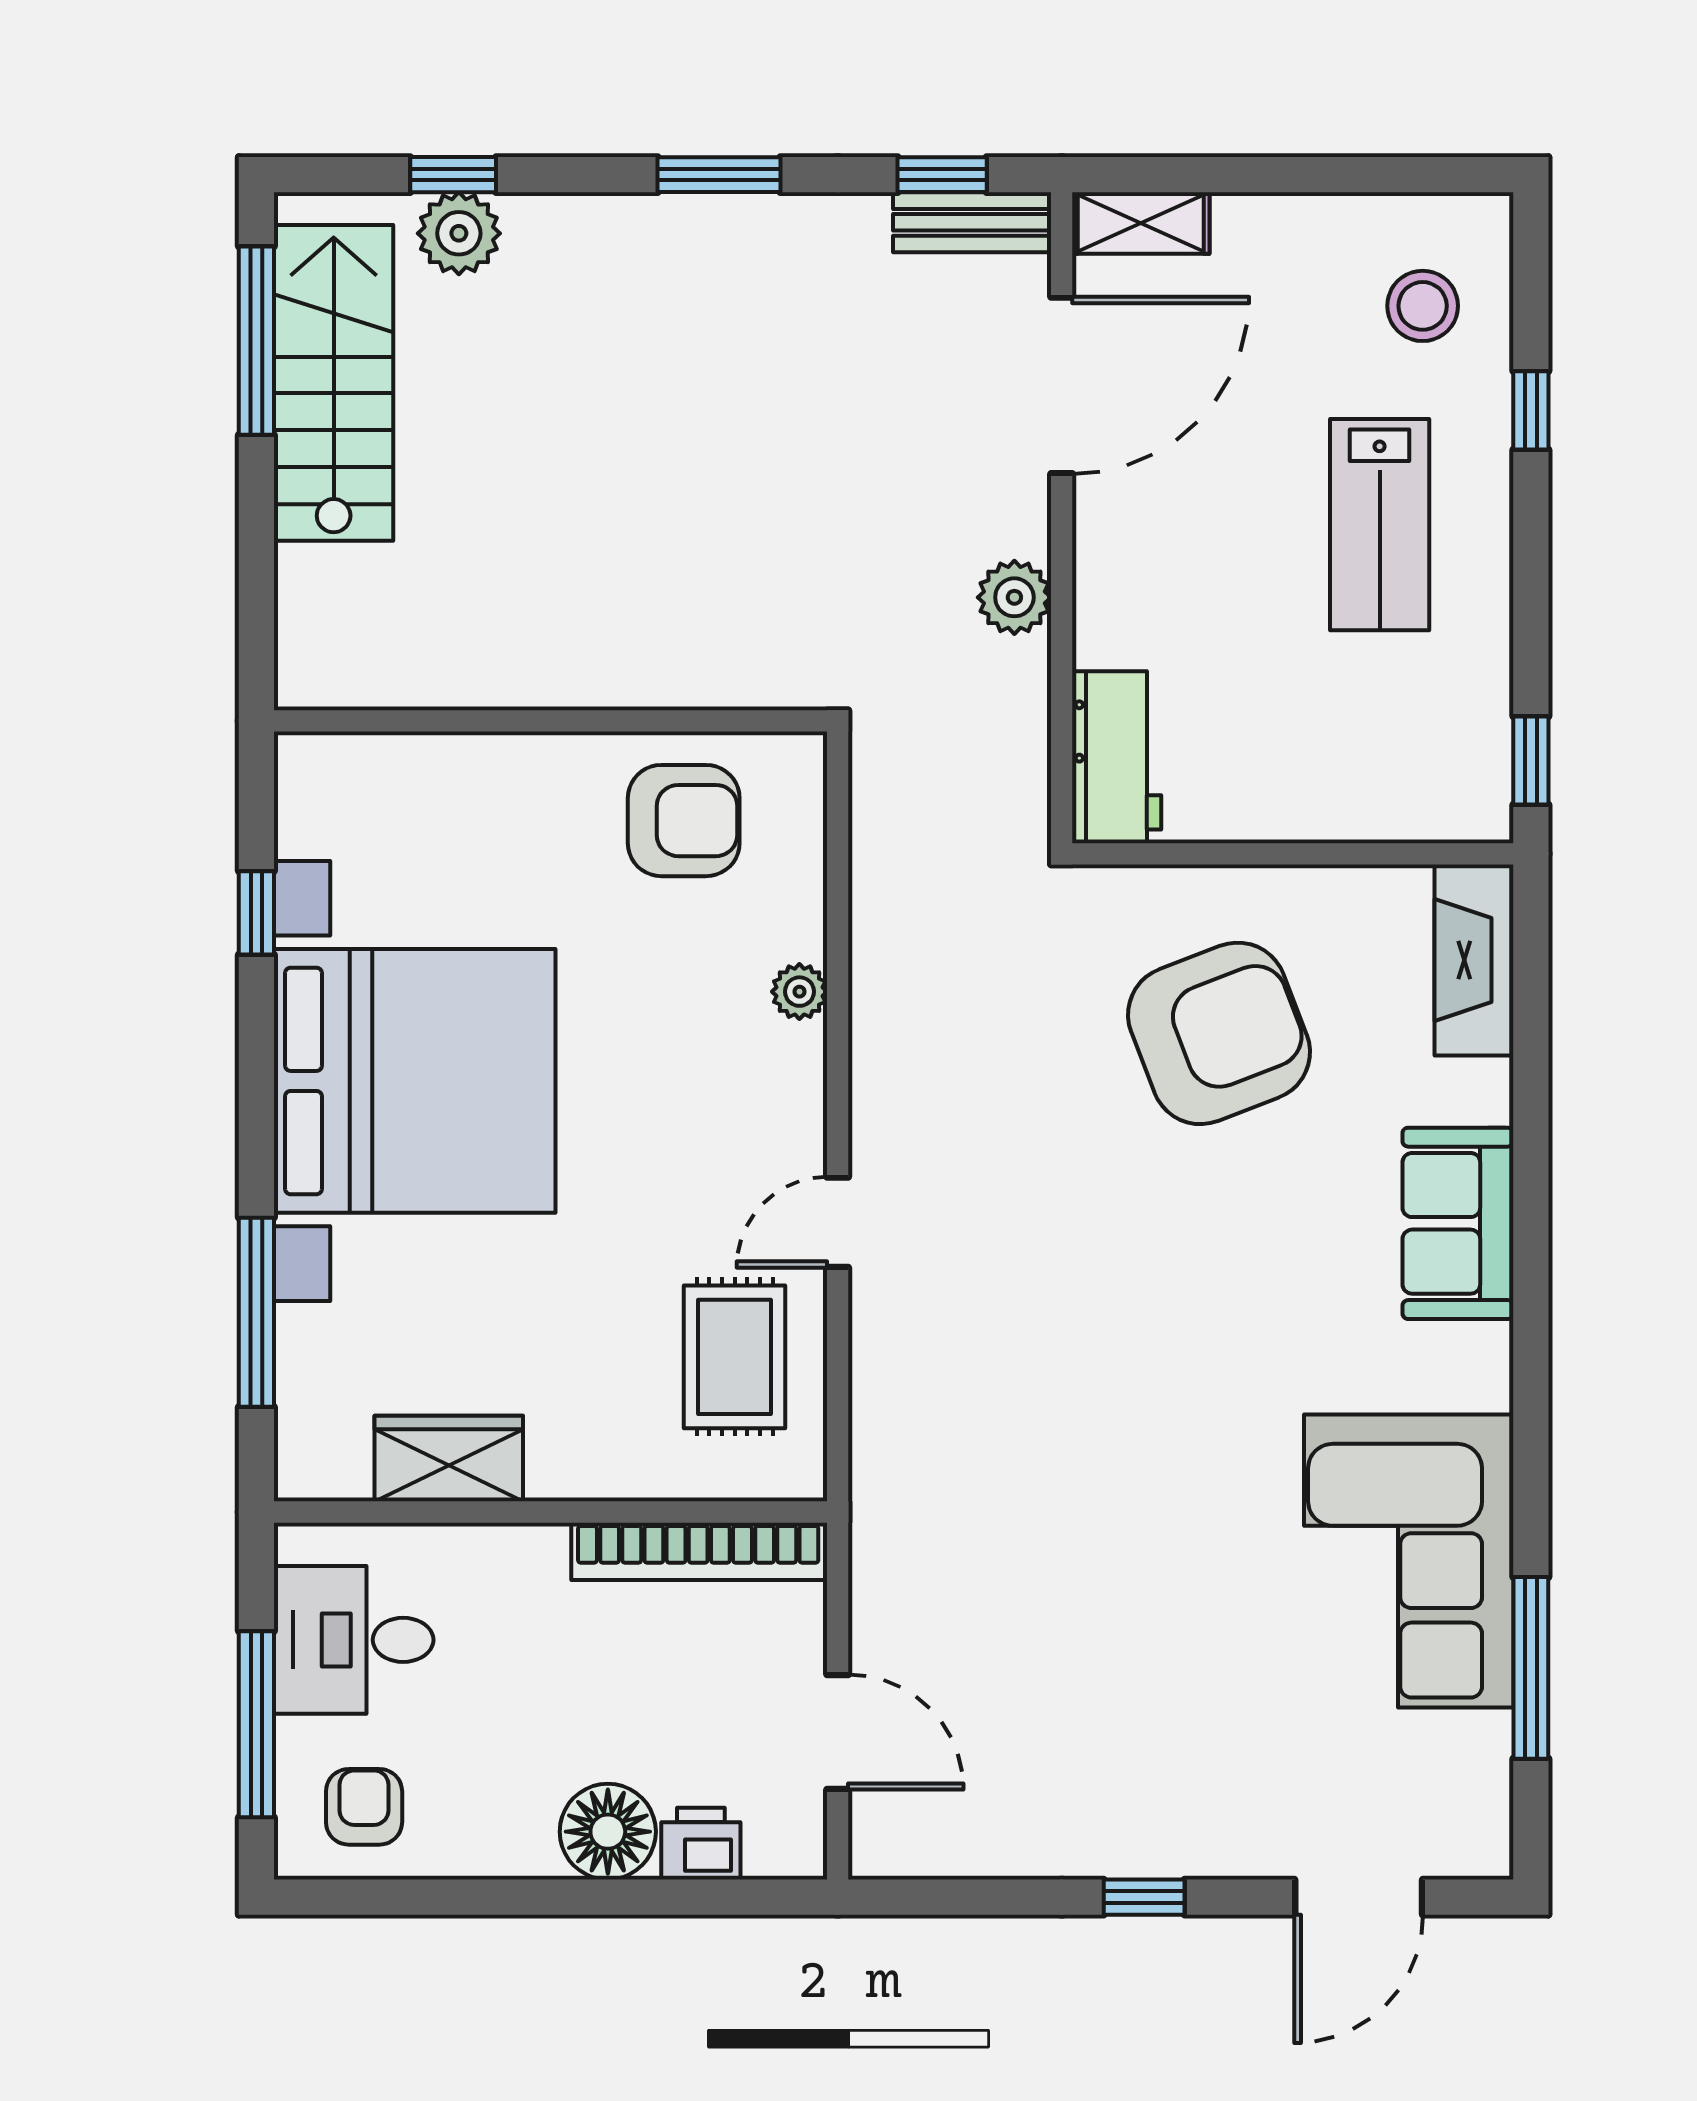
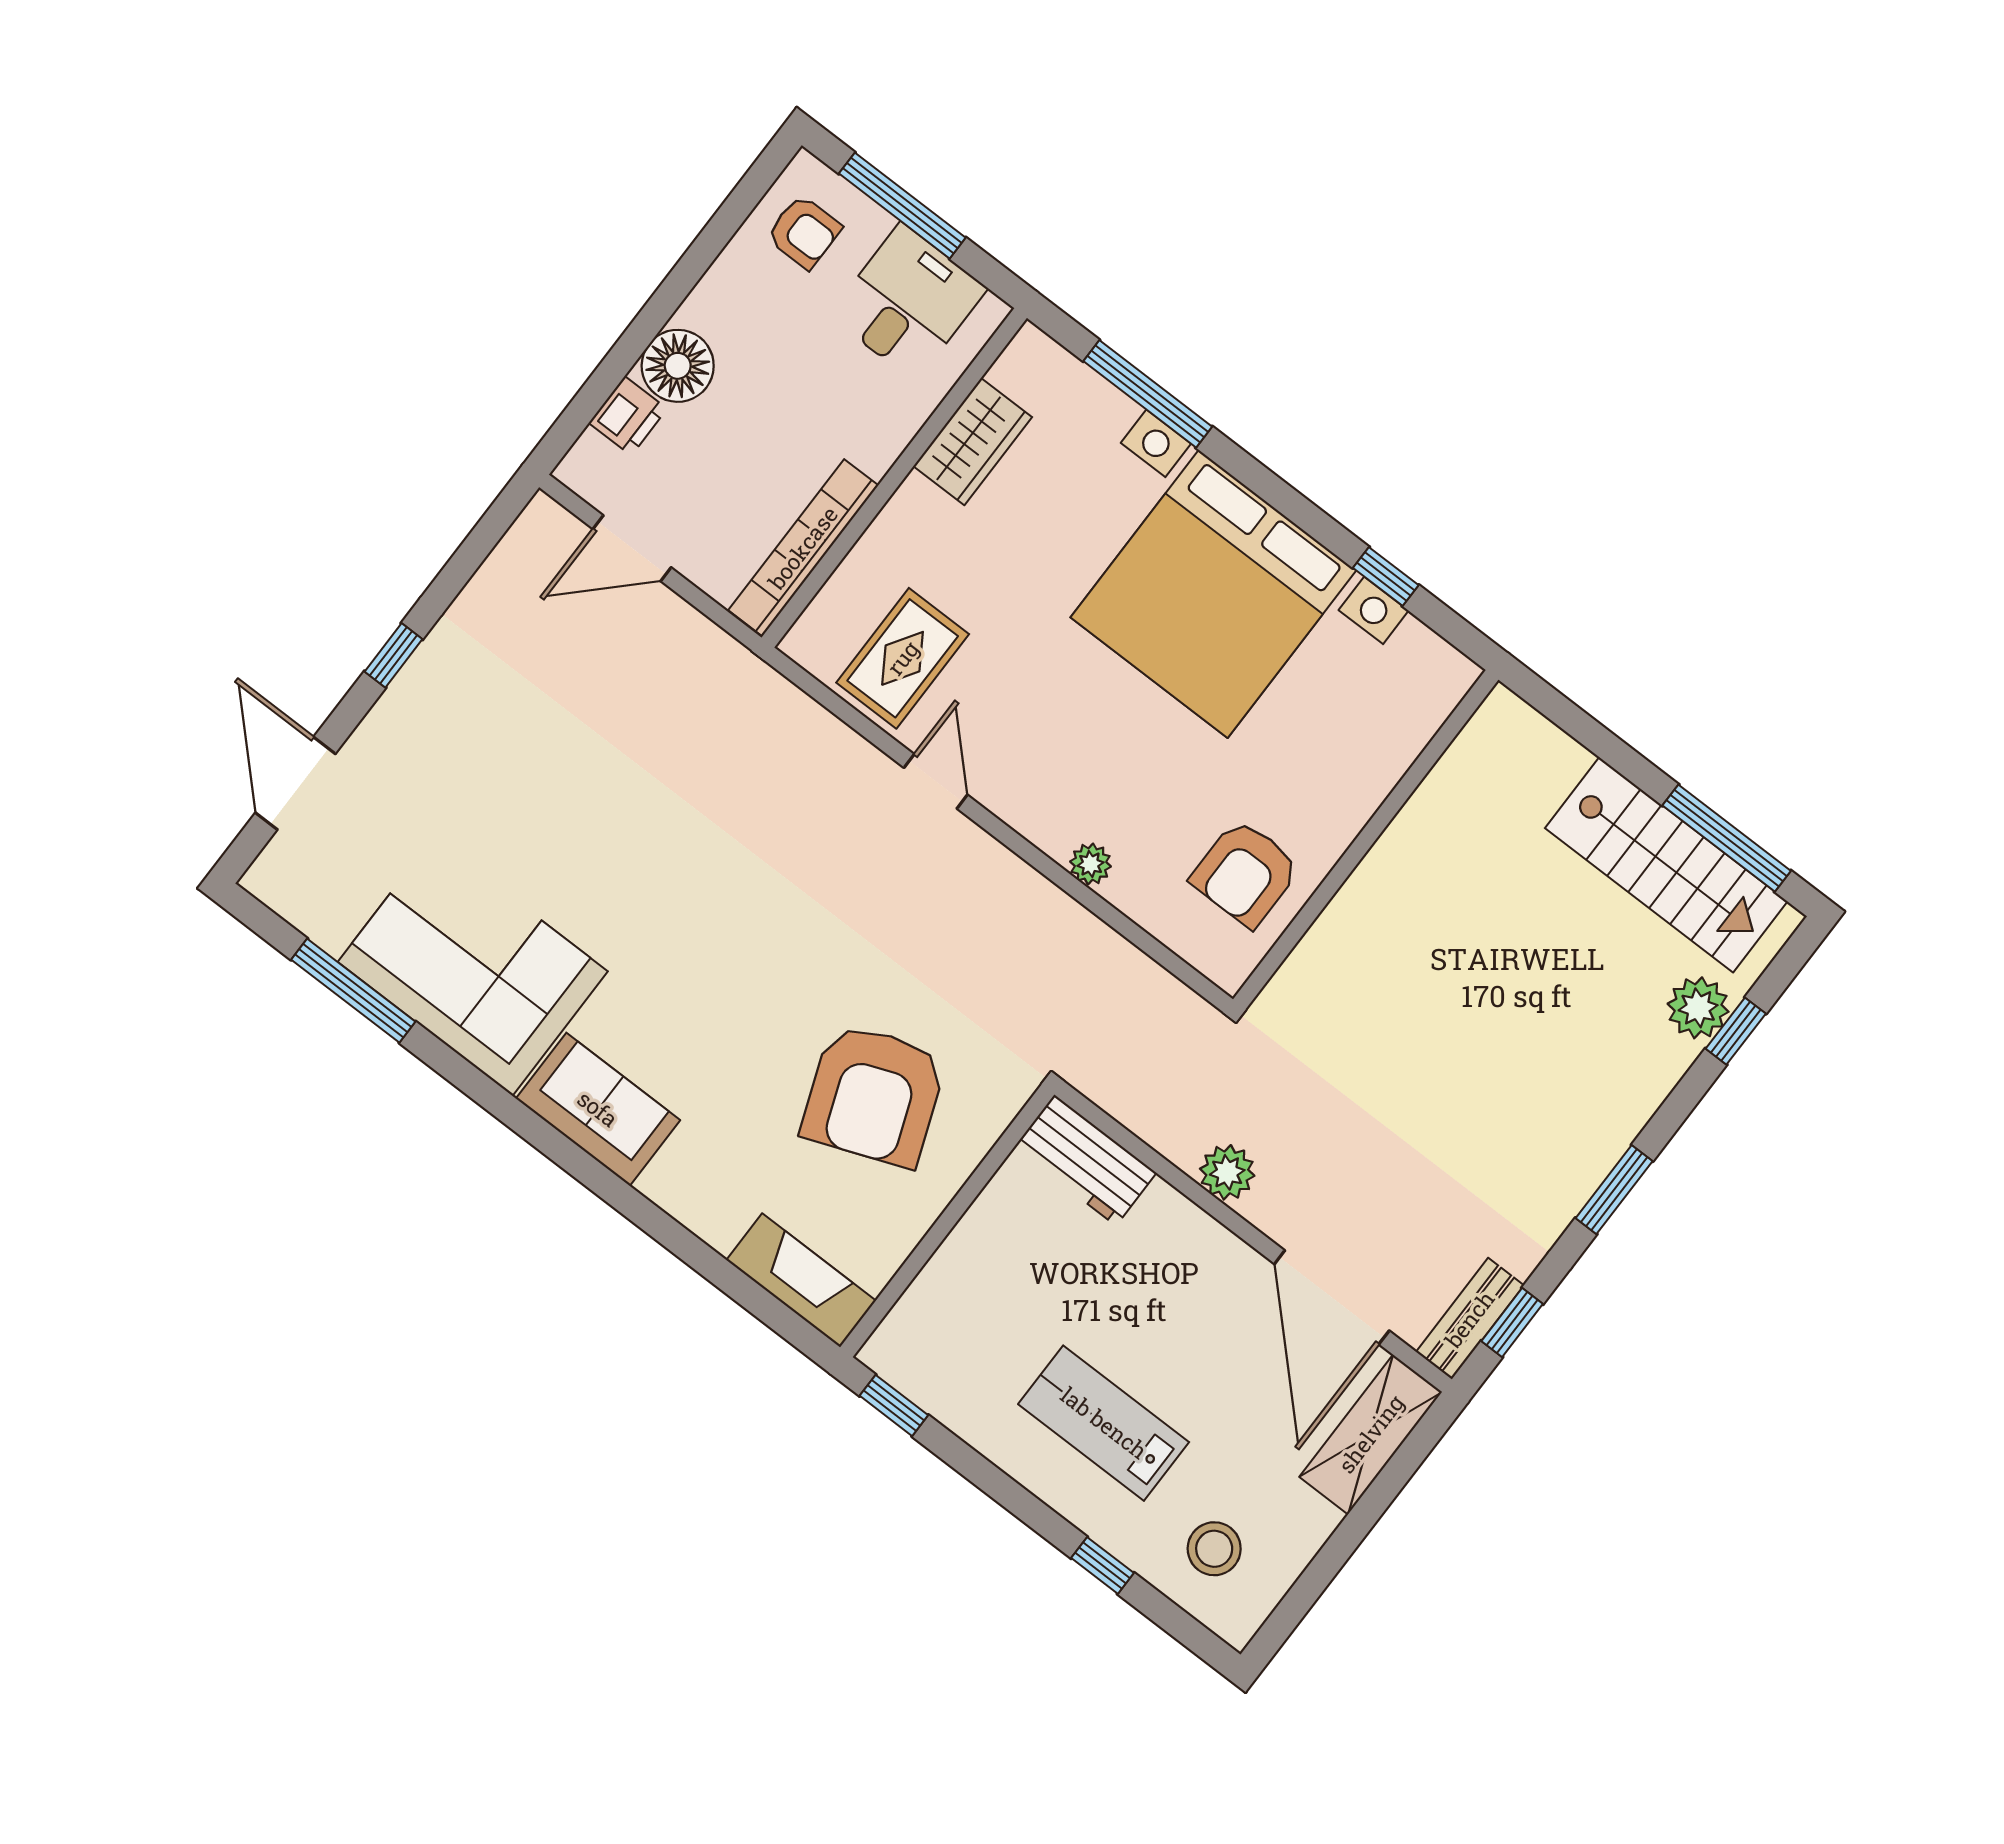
shelving: (1141, 223) -> (1371, 1434), width x1.50, depth x1.33
sofa: (1458, 1223) -> (598, 1109), moved
rug: (735, 1357) -> (903, 658), turned 90

